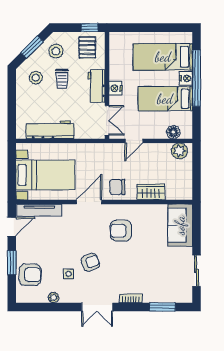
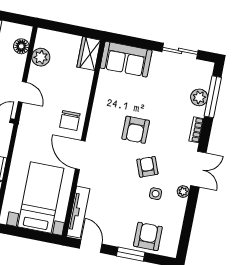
plant: (179, 151) -> (41, 57), moved
wardrobe: (151, 192) -> (89, 54), moved
armchair: (121, 231) -> (136, 130), moved
plant: (160, 295) -> (199, 97), added
plant: (54, 298) -> (183, 192), moved
window: (162, 307) -> (213, 97), width x1.44

